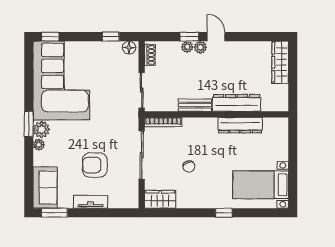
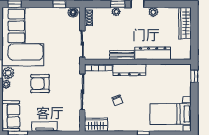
plant: (200, 47) -> (153, 12), moved
dresser: (240, 125) -> (129, 70), moved
window: (293, 134) -> (194, 76), added
armchair: (95, 165) -> (40, 84), moved

